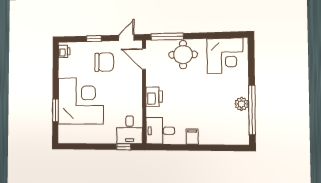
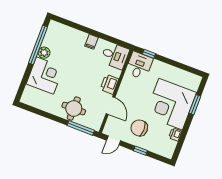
printer: (64, 51) -> (175, 134), moved
corner desk: (225, 56) -> (45, 76), moved, turned 90
door: (144, 59) -> (110, 106), moved

